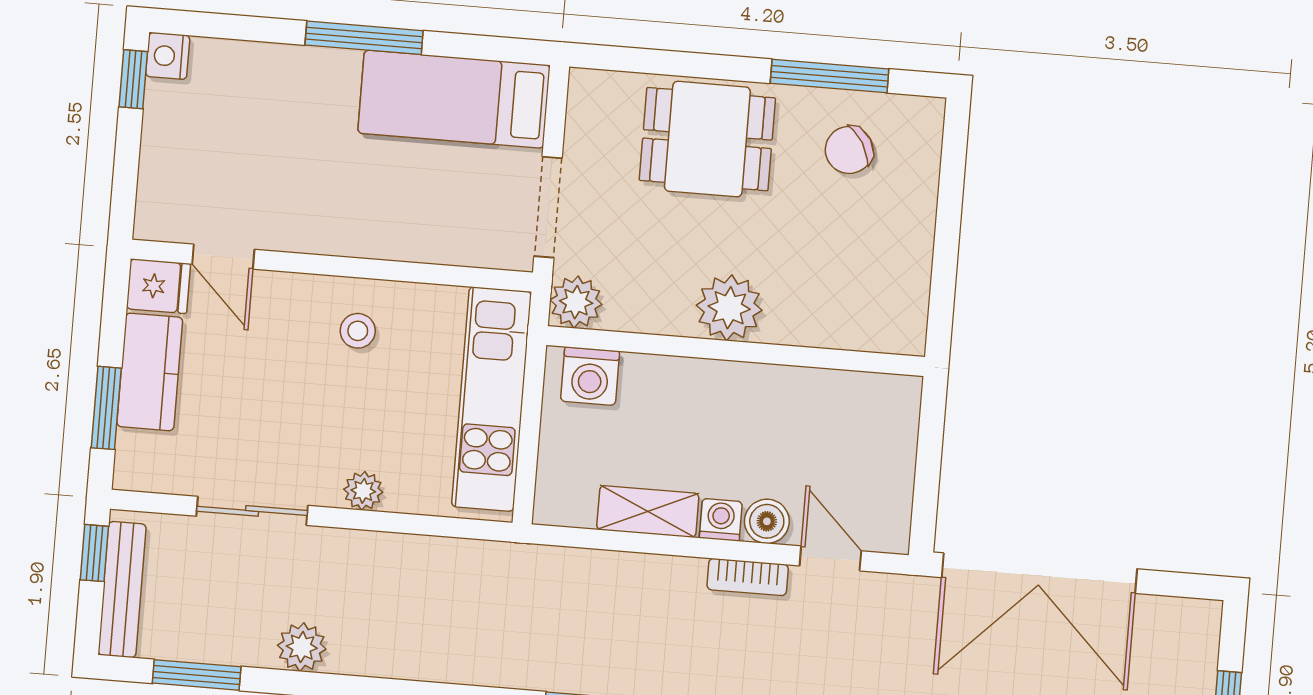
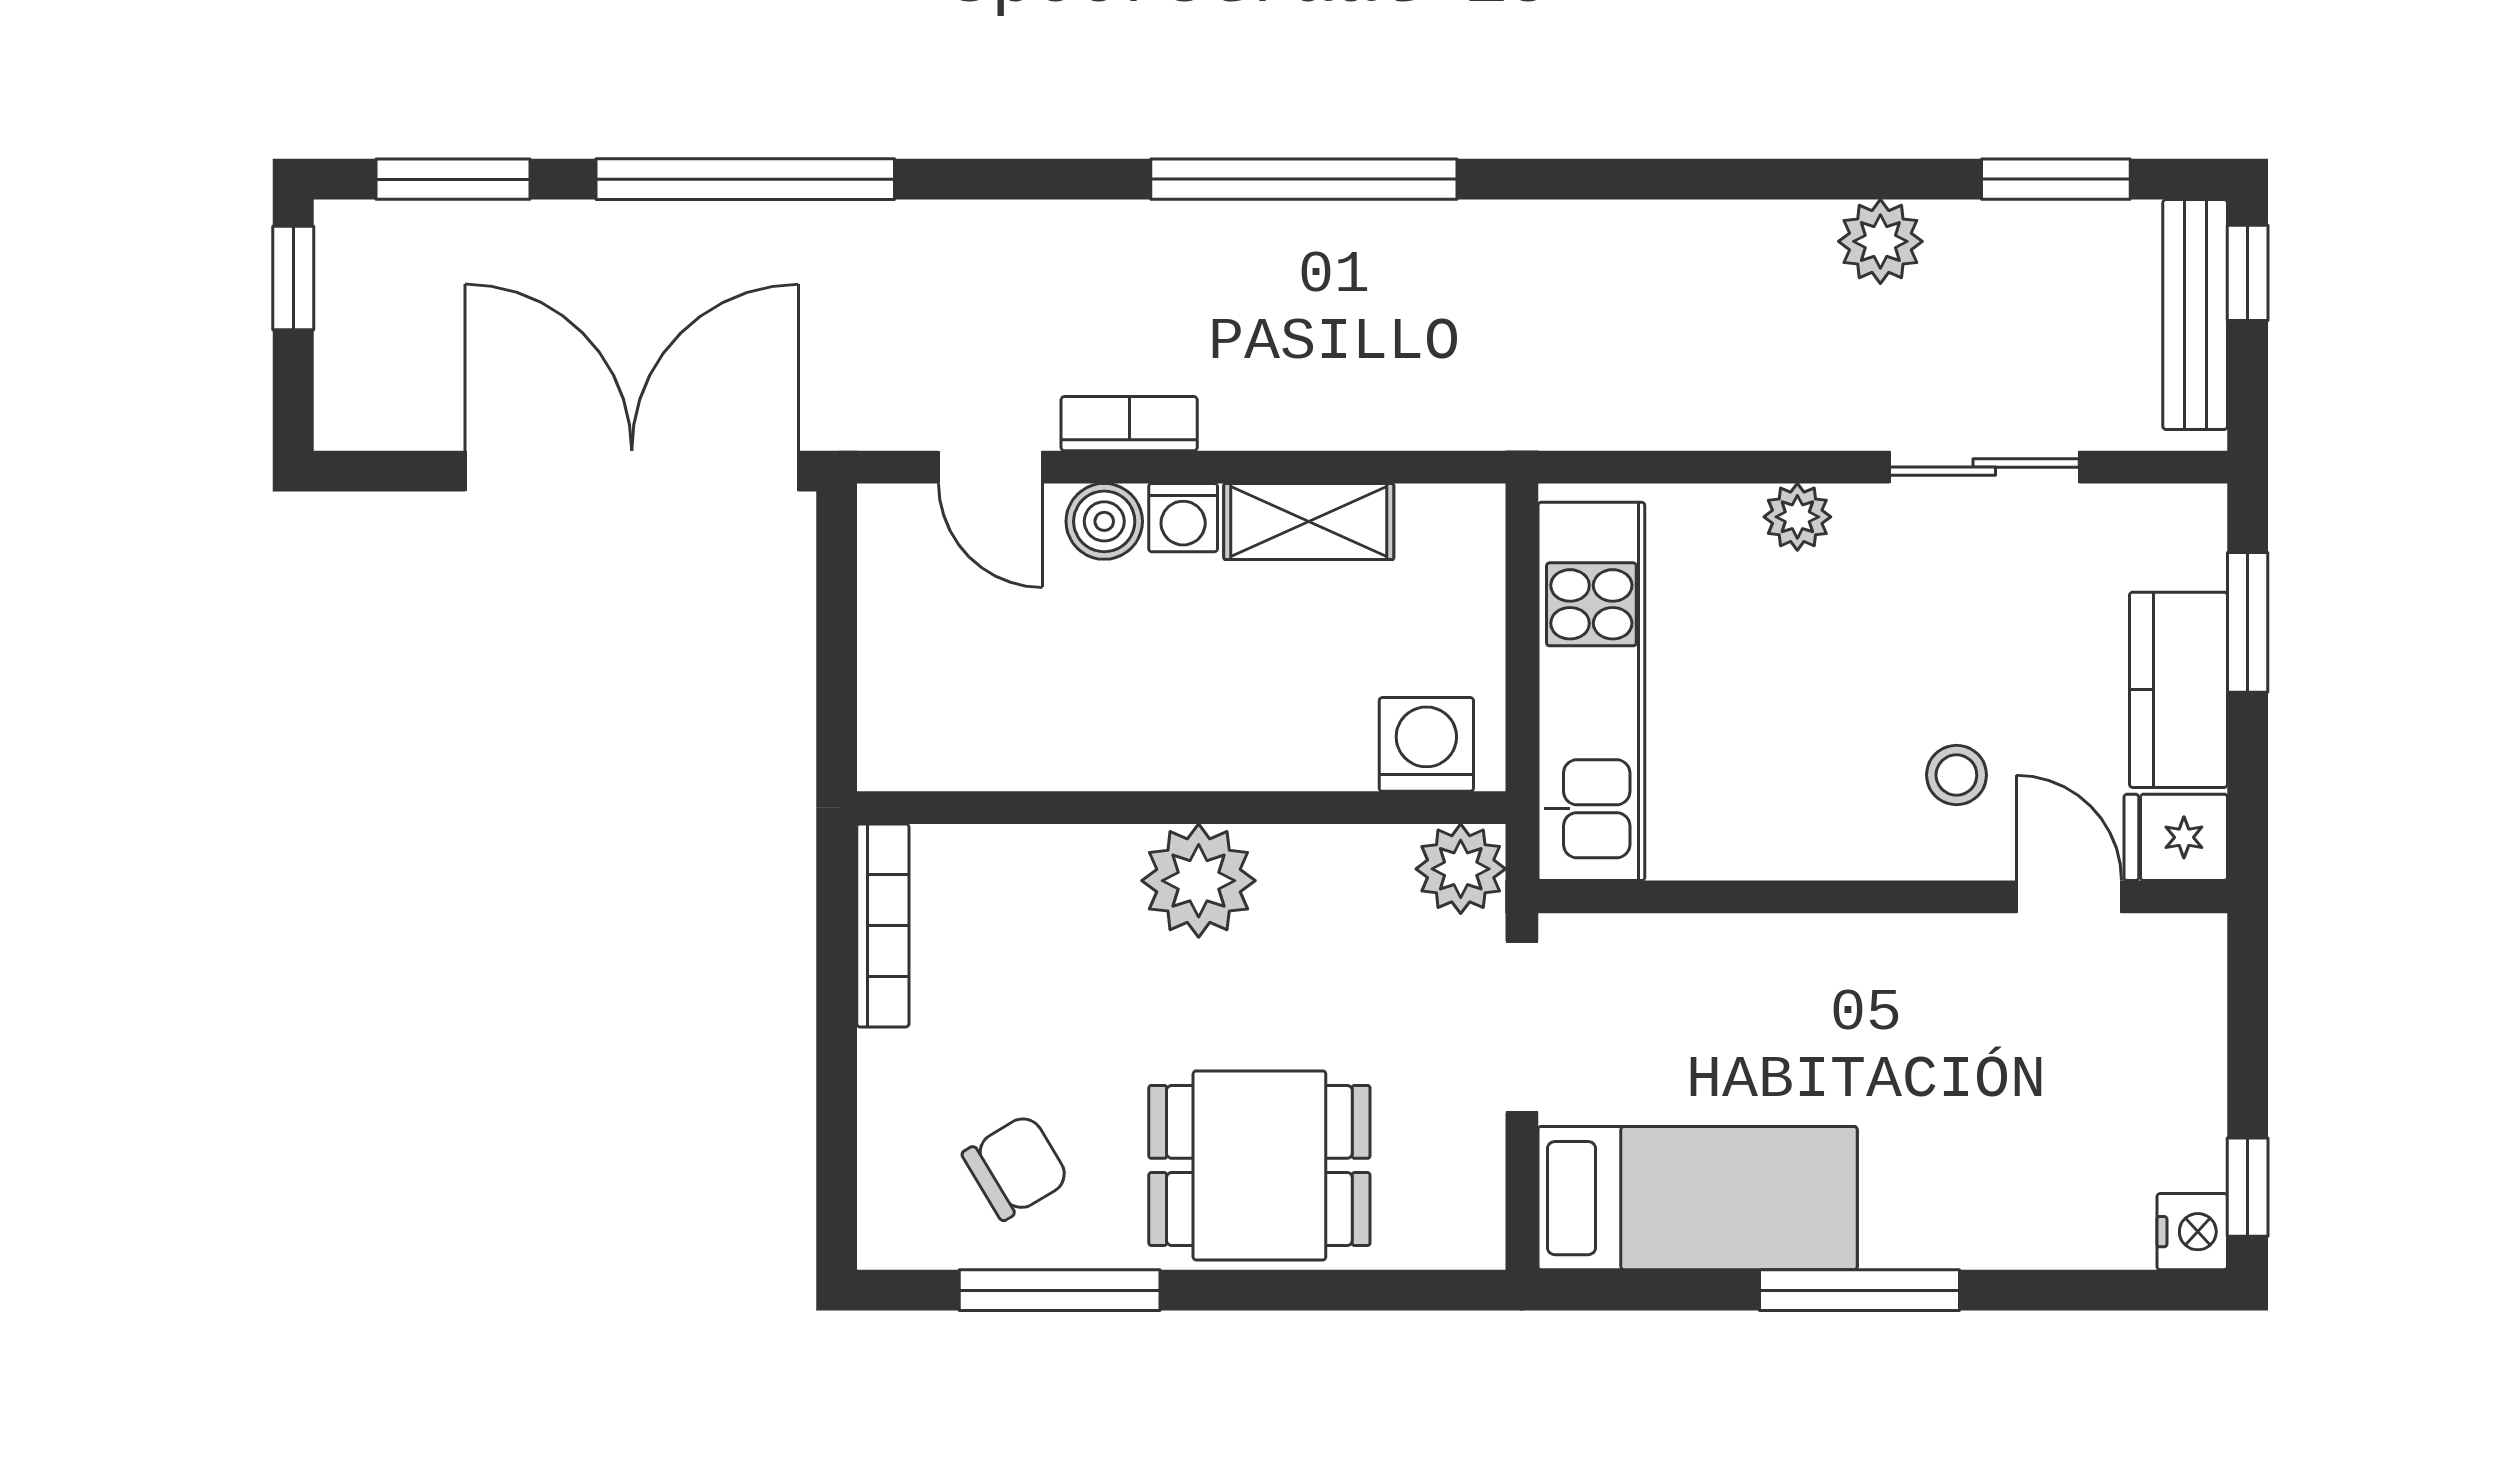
bookcase: (915, 297) -> (883, 925), added
stool: (358, 331) -> (1956, 775), moved
window: (94, 553) -> (2248, 273), moved

